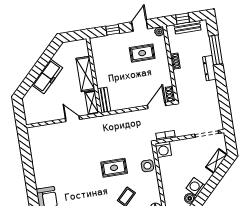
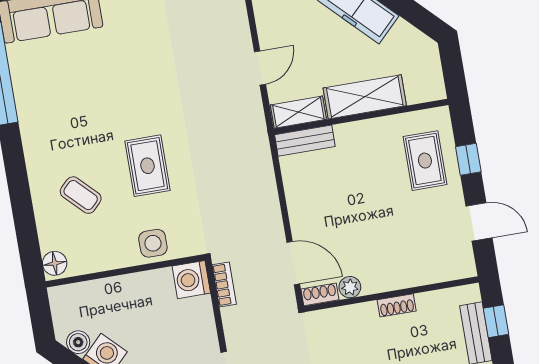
plant: (159, 32) -> (350, 287), moved
rug: (142, 53) -> (425, 161), moved

